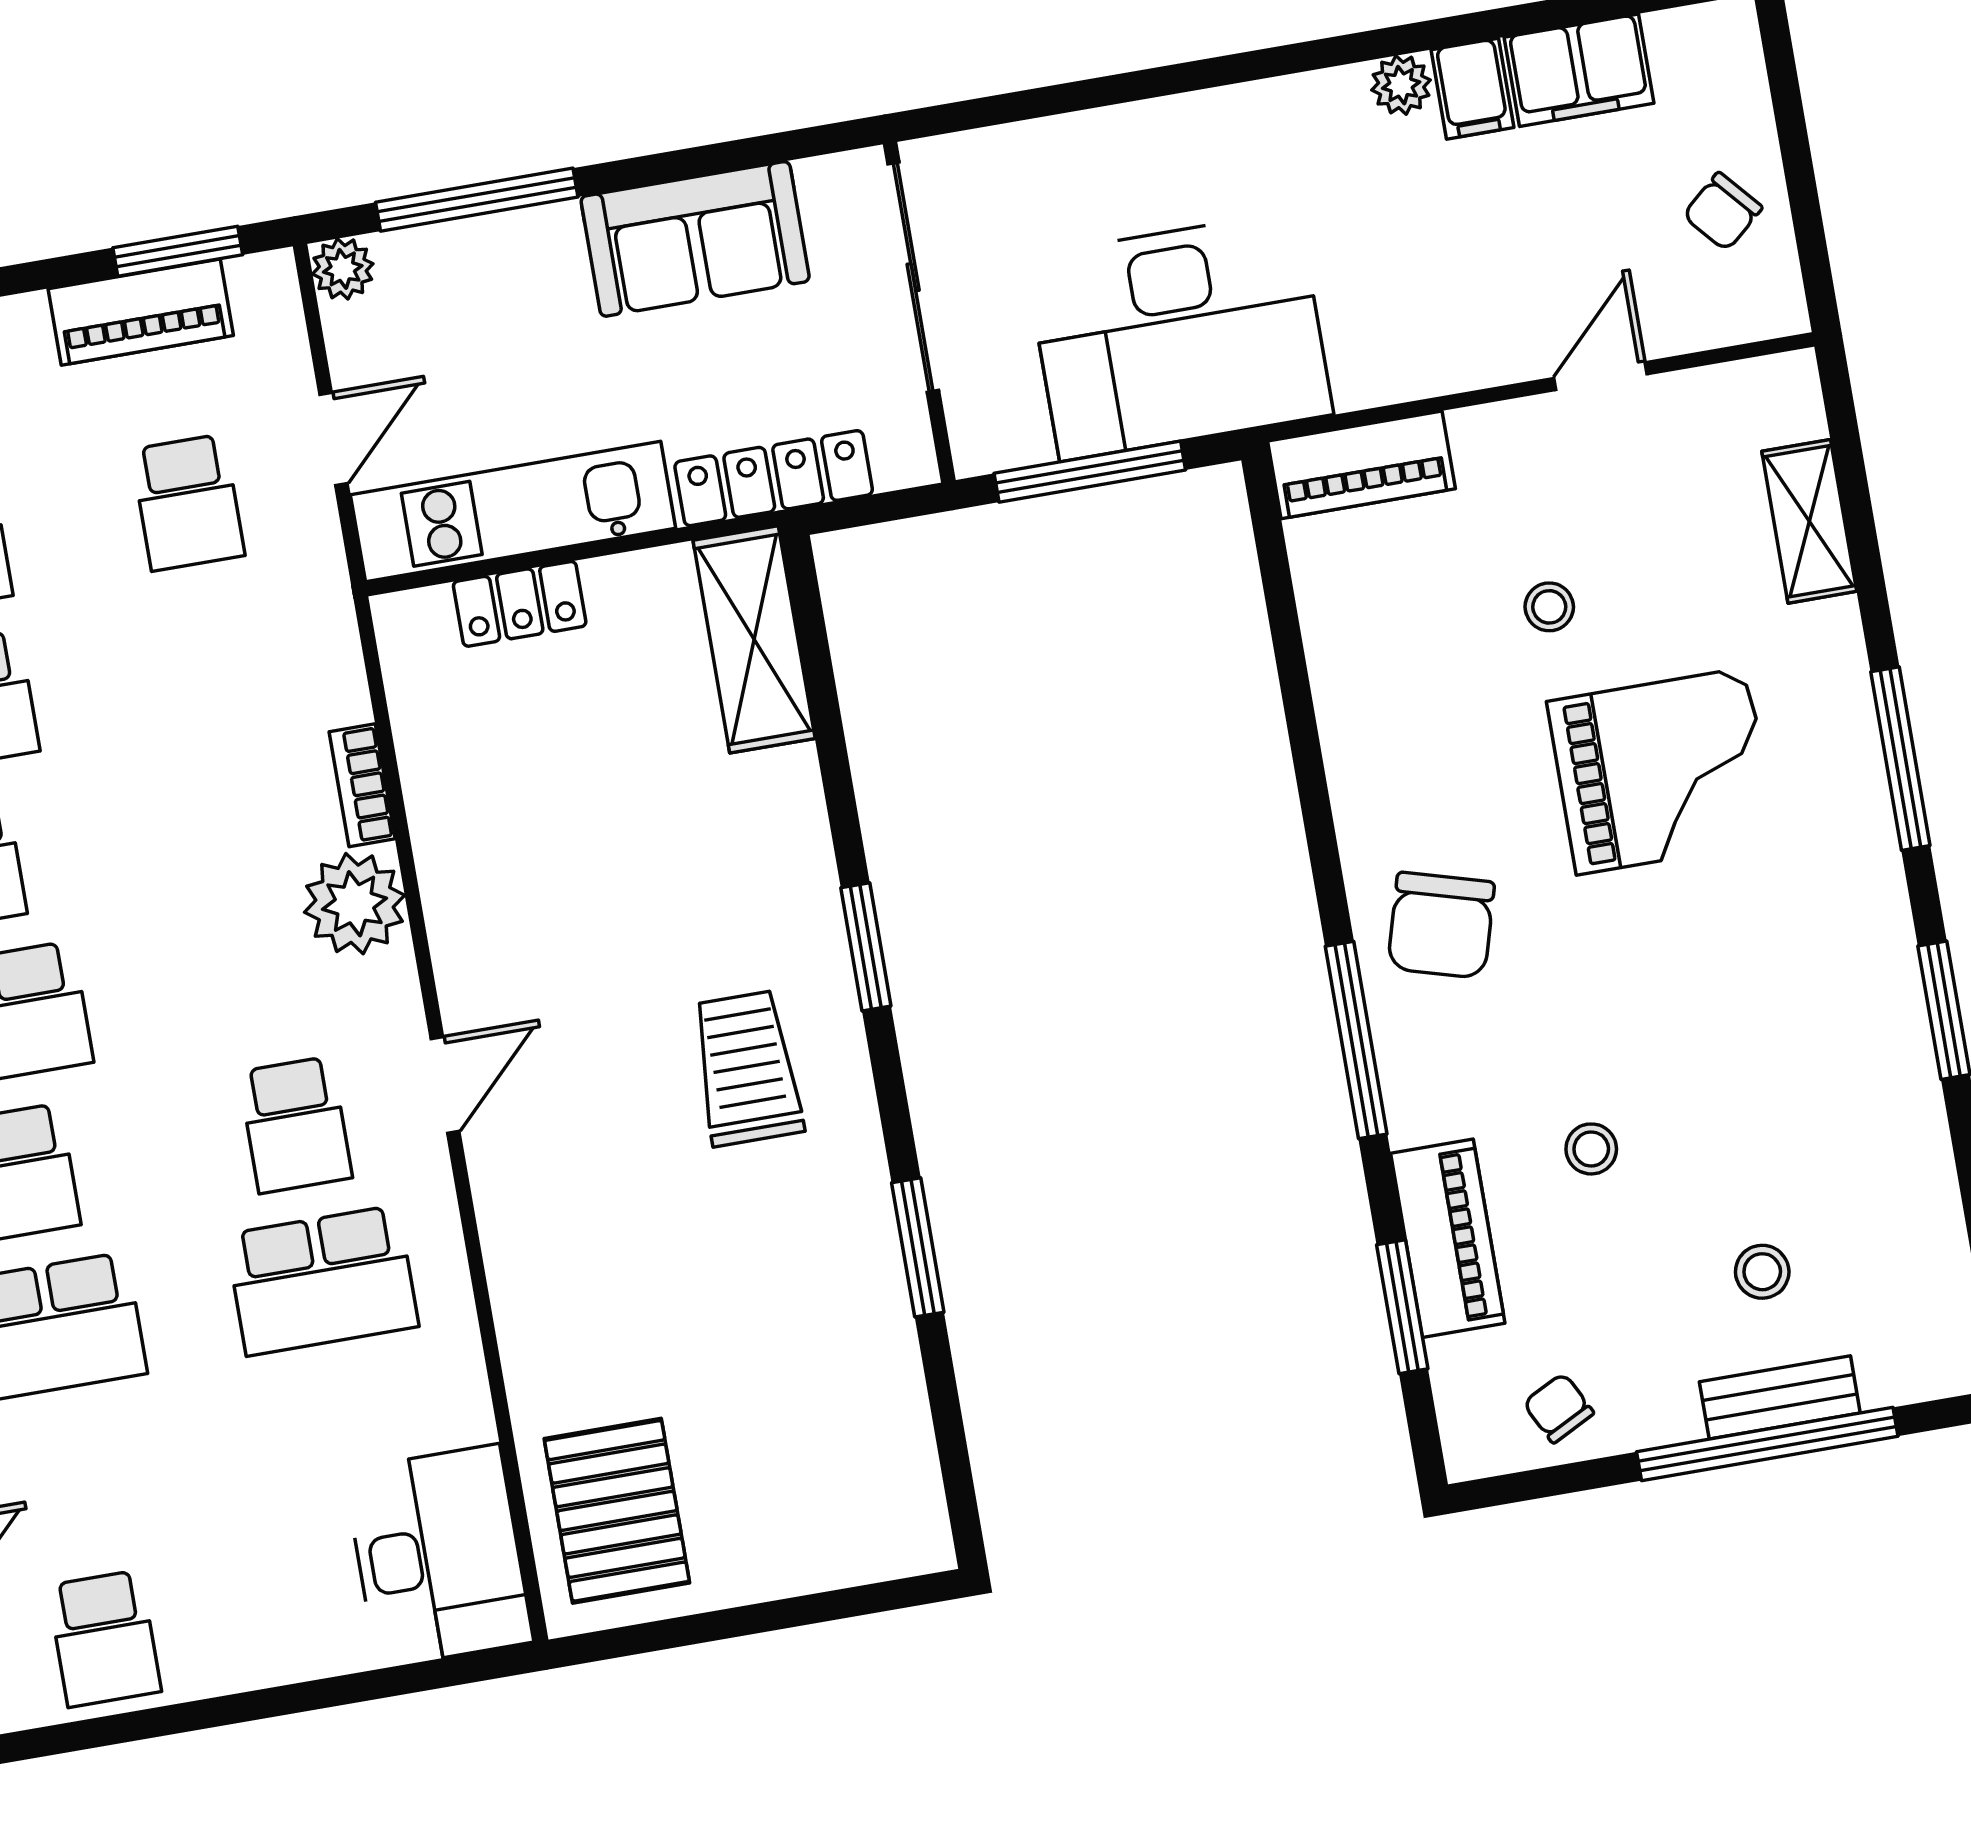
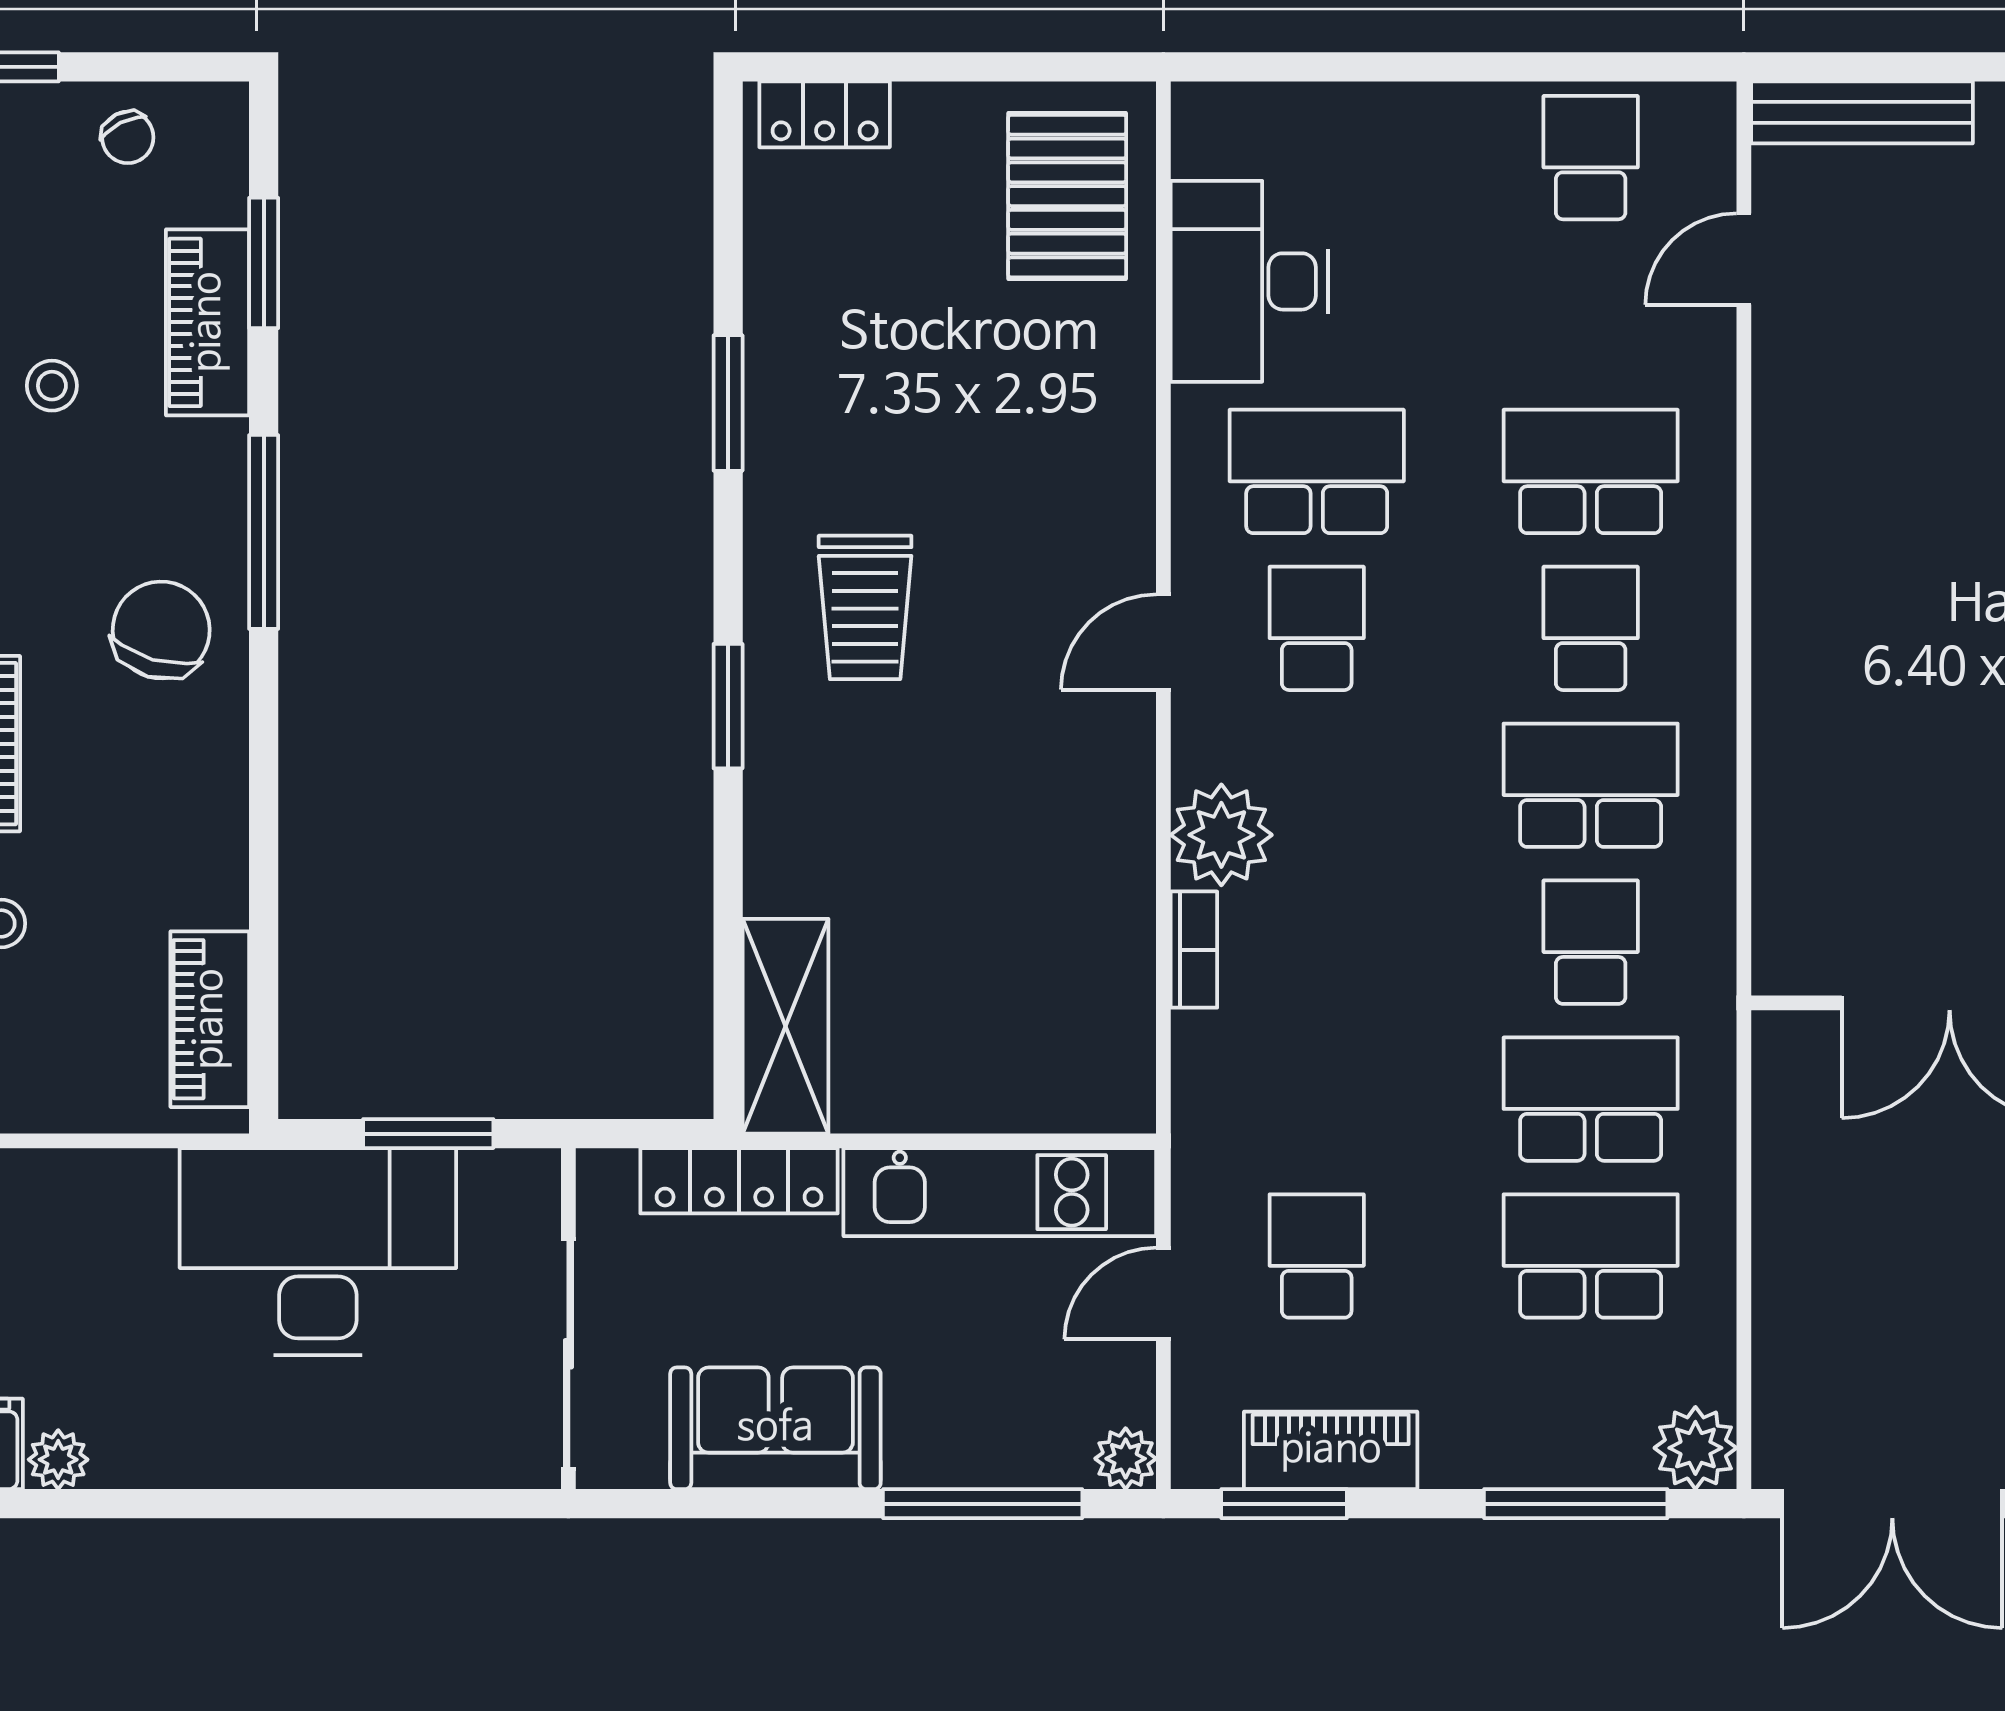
piano: (1361, 465) -> (210, 1019), moved, turned -90
window: (1090, 472) -> (428, 1134), width x0.69
locker: (520, 604) -> (825, 114), moved, turned 180
desk: (438, 1556) -> (1250, 281), moved

